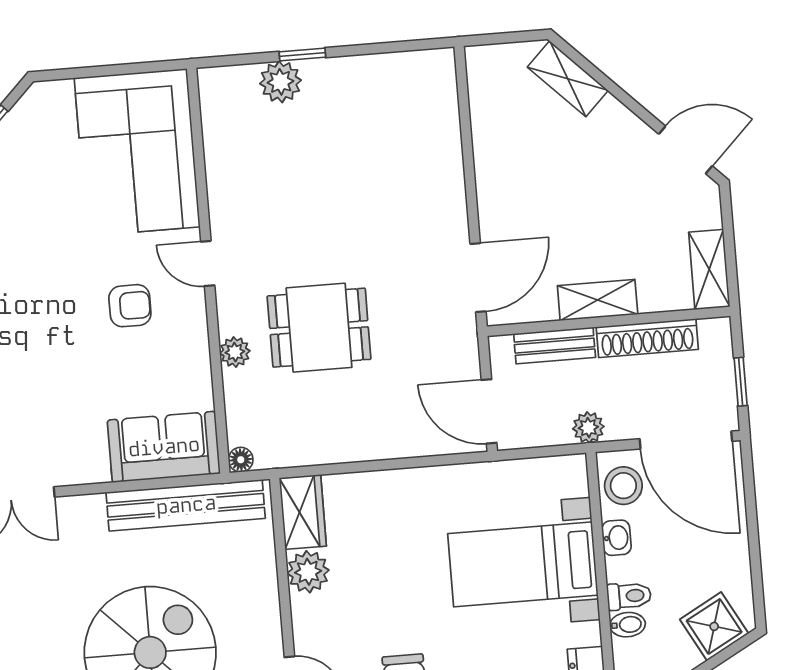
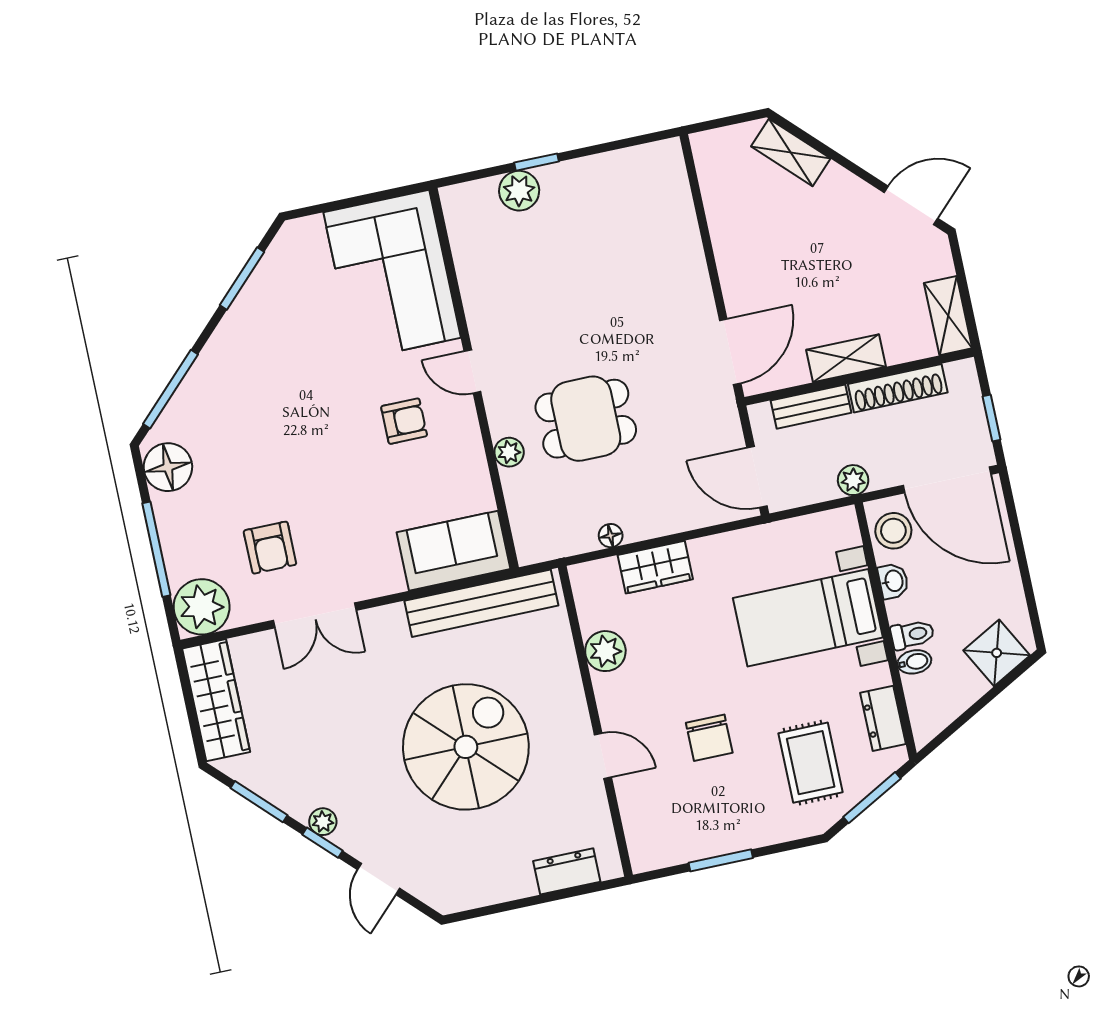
floor lamp: (241, 460) -> (611, 536), moved
wardrobe: (303, 512) -> (655, 567), moved, turned 90

